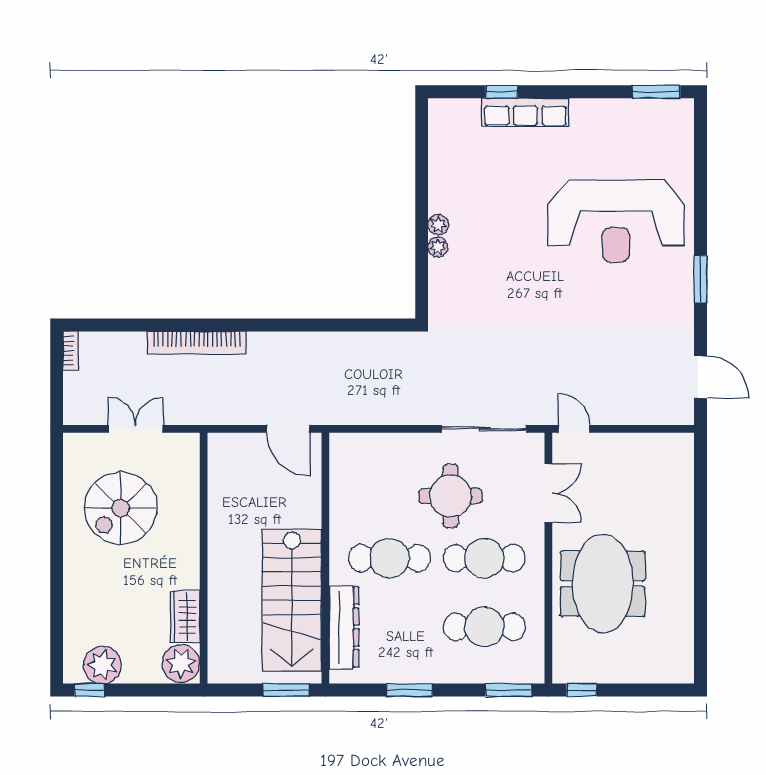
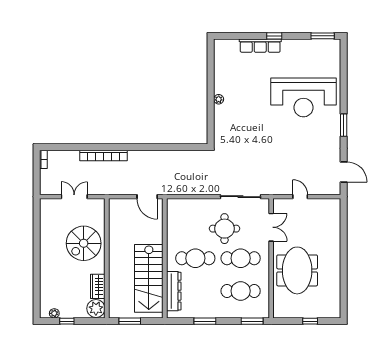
window: (502, 92) -> (274, 36), moved
plant: (438, 247) -> (218, 110), removed
door: (574, 429) -> (300, 197), moved
spiral stairs: (121, 508) -> (84, 243), moved
plant: (102, 665) -> (54, 313), width x0.53, depth x0.53
window: (89, 690) -> (67, 321), moved
window: (286, 690) -> (130, 321), moved
window: (582, 690) -> (310, 321), moved

